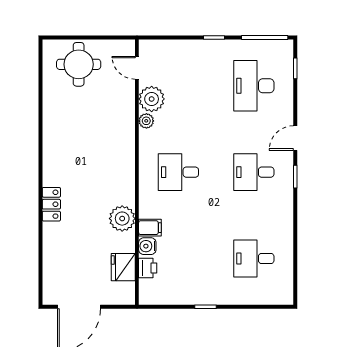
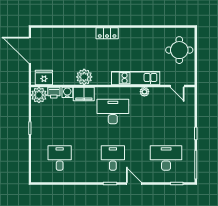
door: (137, 68) -> (177, 86), swing flipped
plant: (152, 99) -> (39, 95), moved
kitchen unit: (124, 135) -> (136, 78), added
desk: (178, 172) -> (113, 112), width x1.37
locker: (51, 204) -> (107, 33), moved
filing cabinet: (150, 228) -> (84, 94), width x2.00
fridge: (123, 267) -> (44, 78), moved

